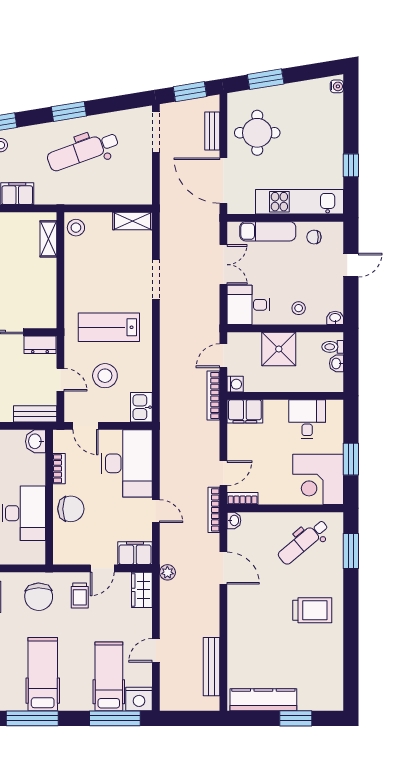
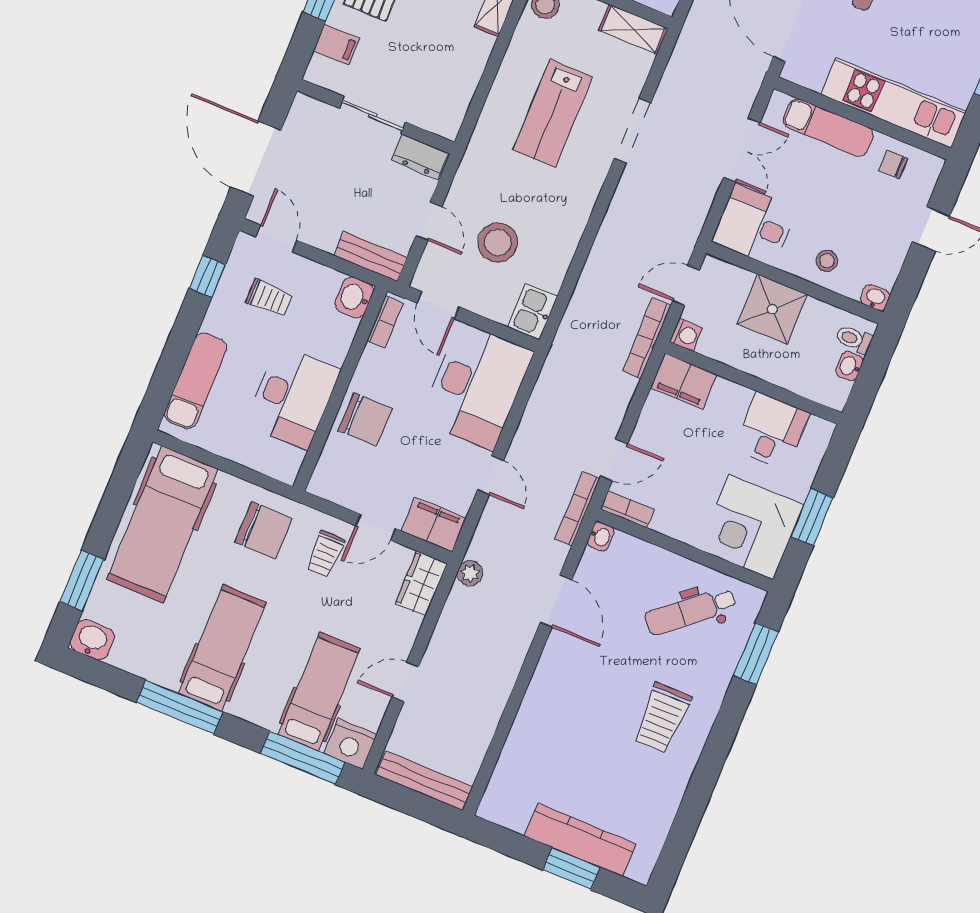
lab bench: (109, 327) -> (552, 113), moved, turned -90
bookcase: (59, 469) -> (385, 322), moved
chair: (39, 597) -> (264, 530), turned -89
trolley: (312, 610) -> (662, 718), turned 90
bench: (211, 667) -> (424, 781), moved, turned 90
kitchen counter: (263, 700) -> (580, 840), moved

